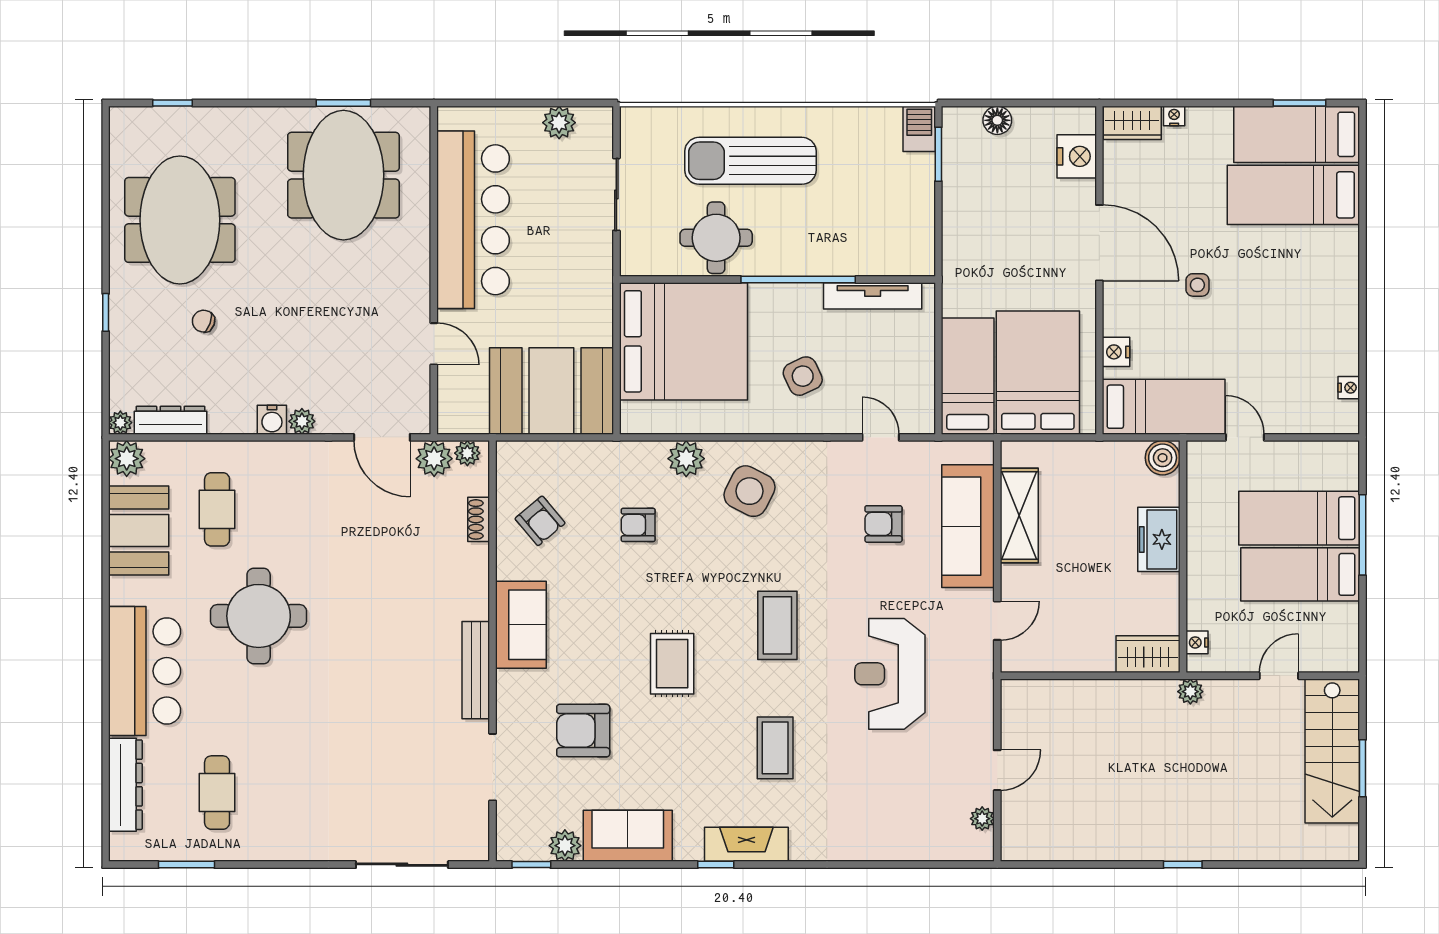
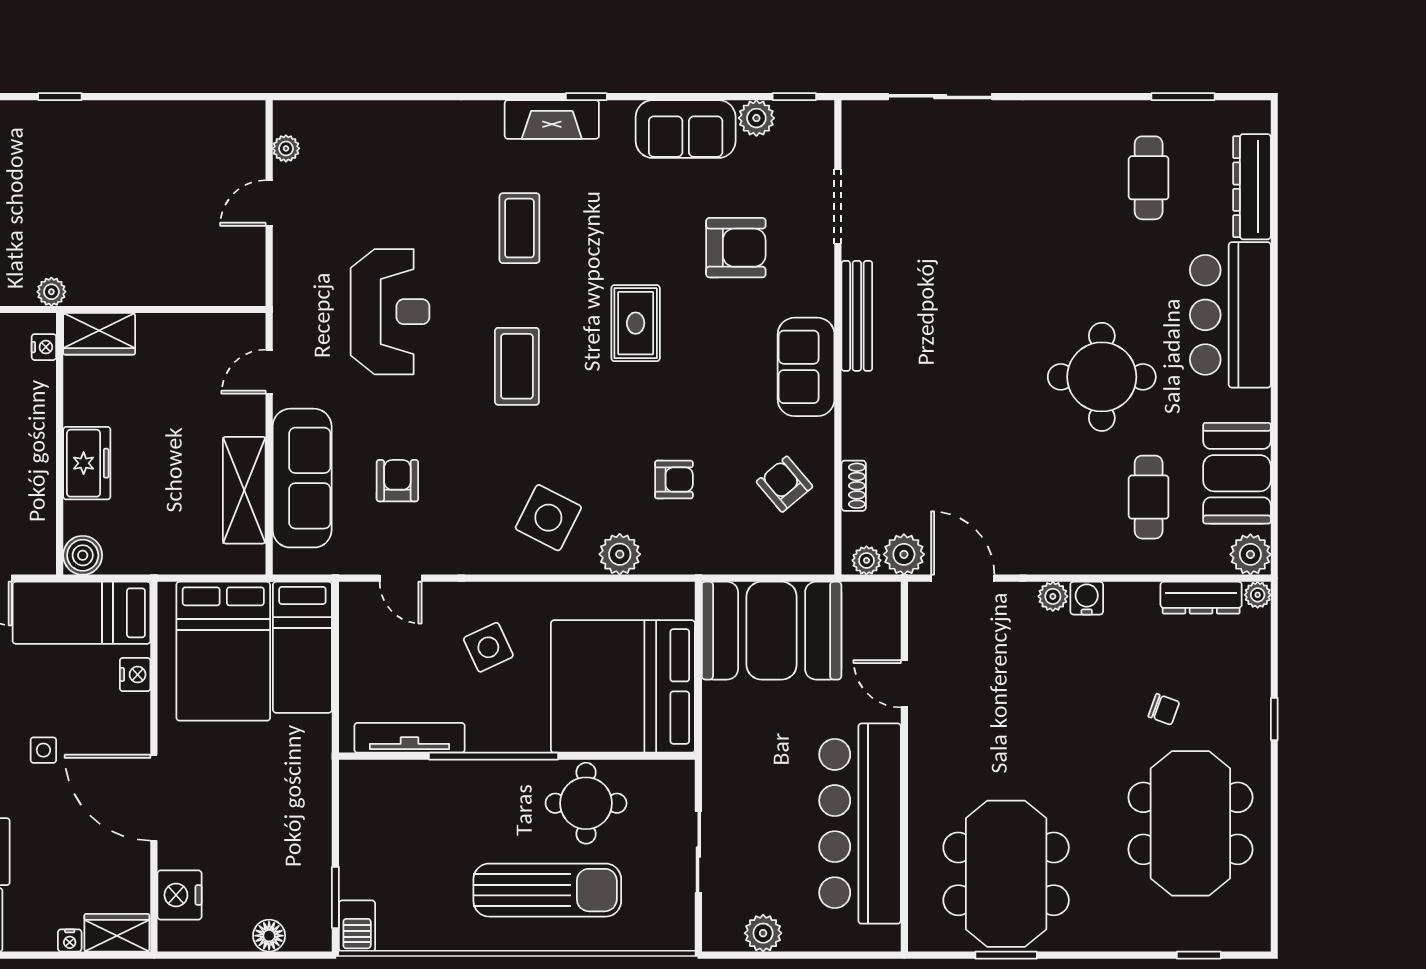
armchair: (883, 524) -> (397, 481), turned -90

